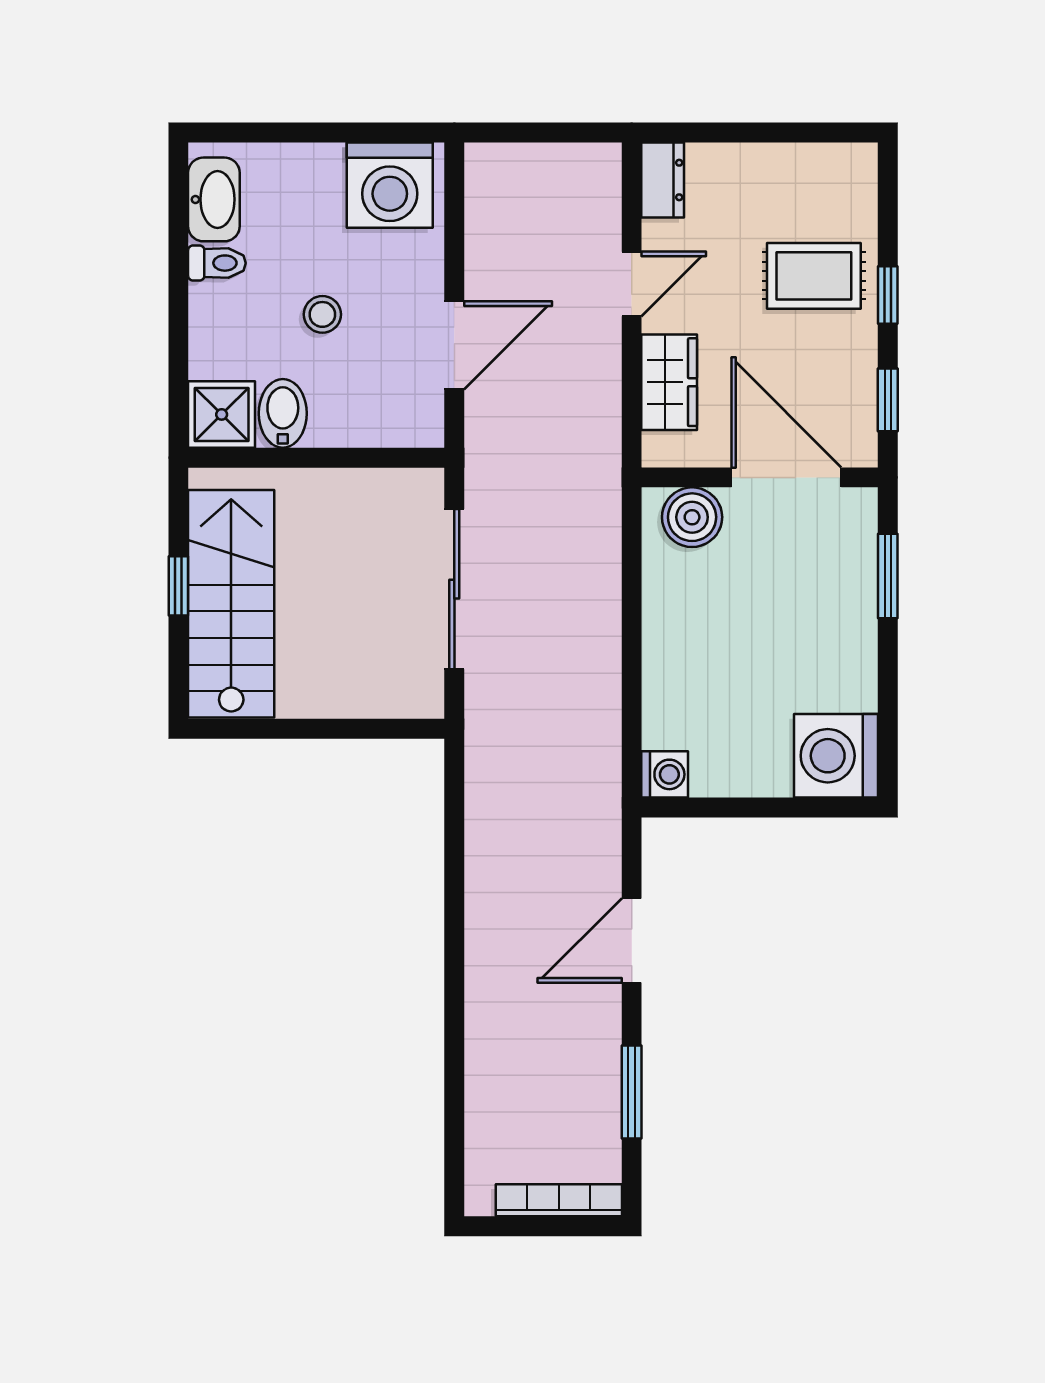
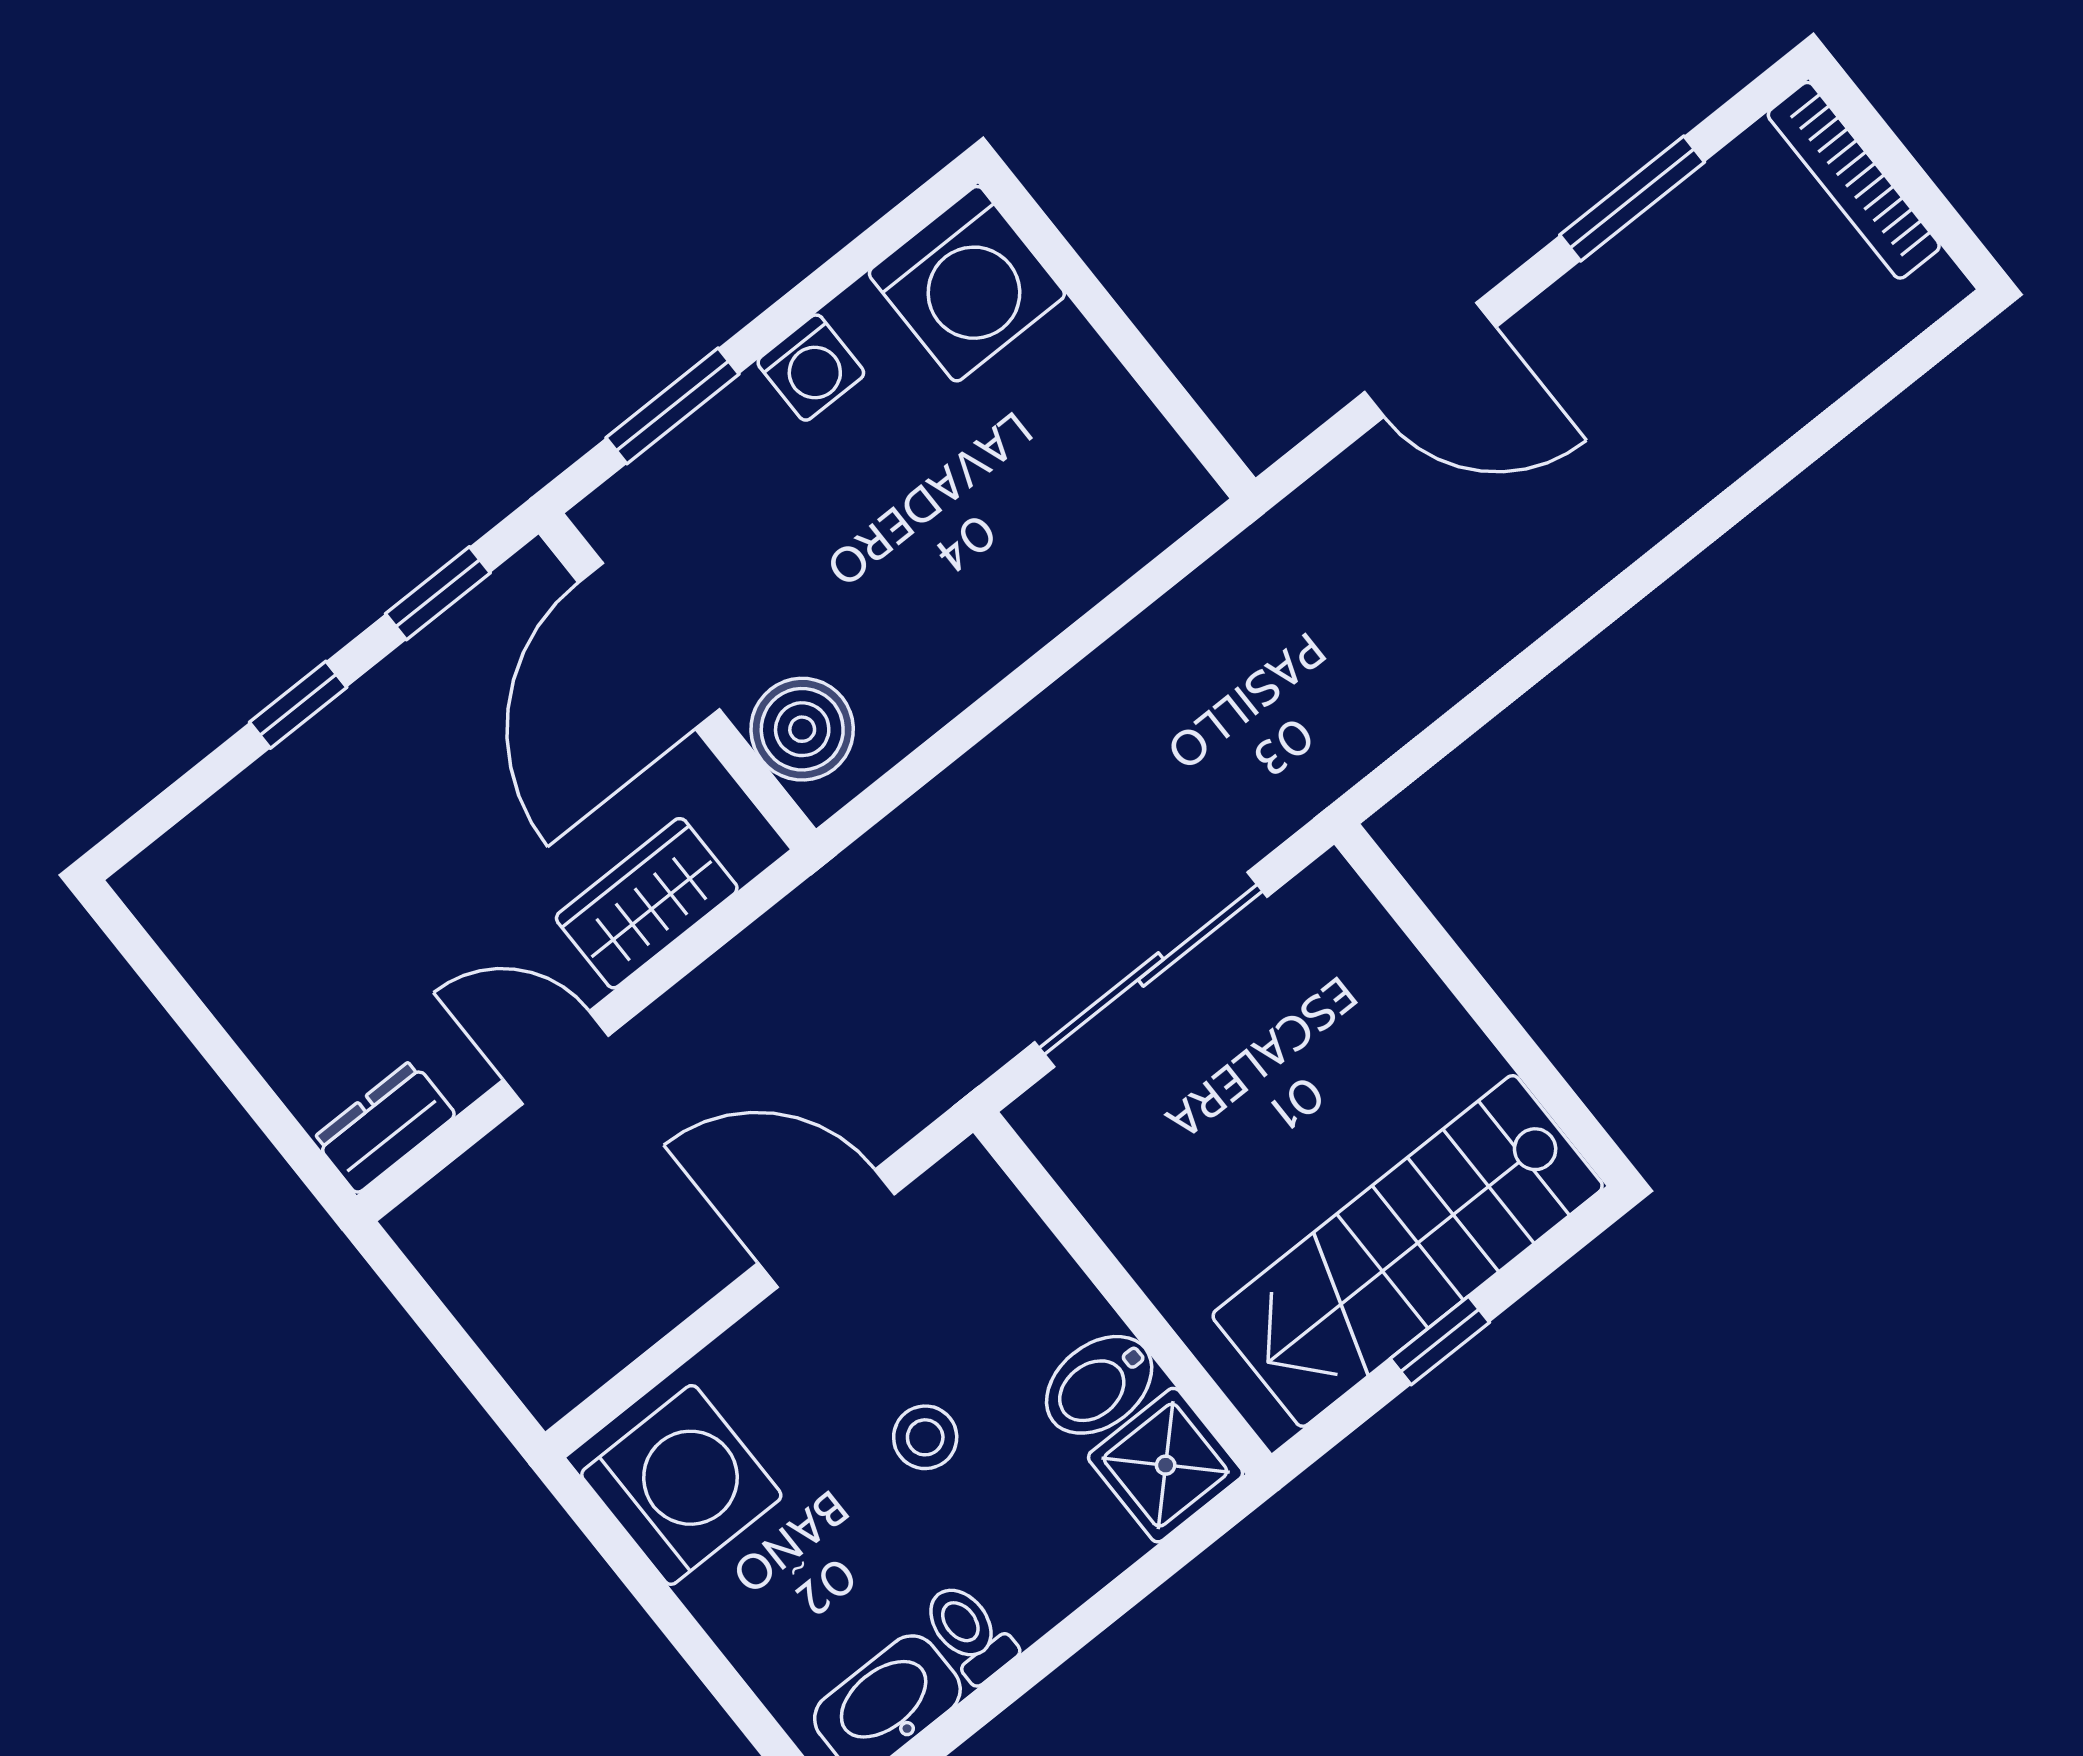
rug: (814, 276) -> (351, 824), removed
washing machine: (665, 774) -> (811, 368), moved, turned 180

